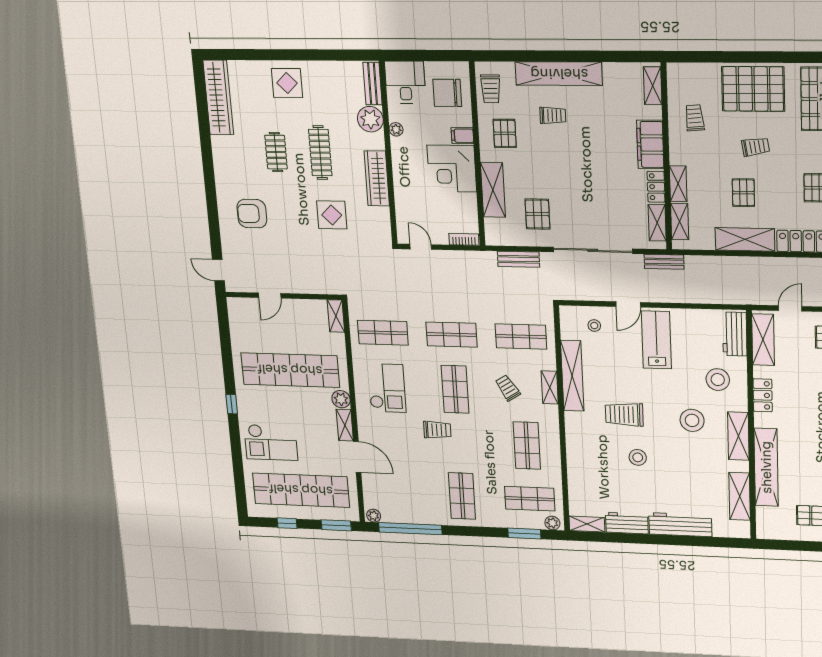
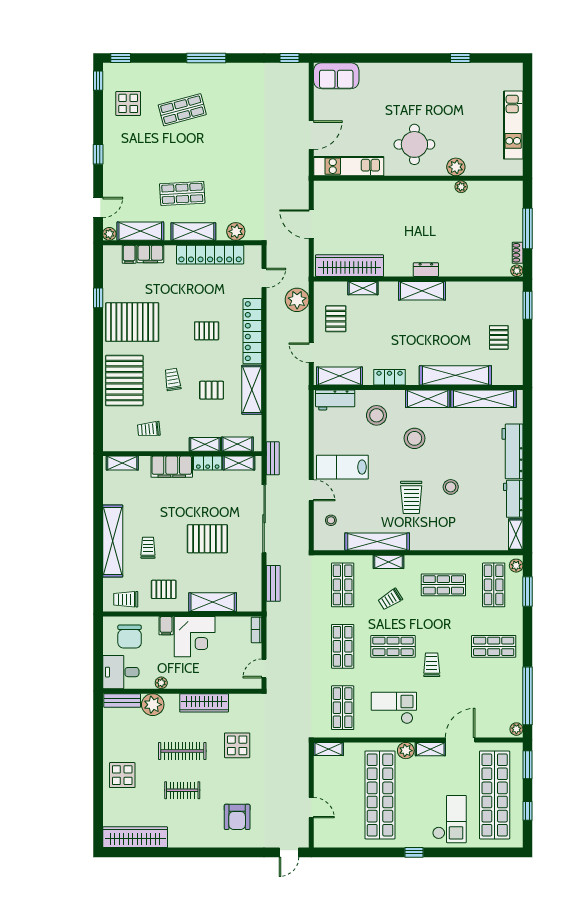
trolley: (491, 89) -> (126, 599), turned 180
pallet: (537, 214) -> (207, 539), moved, width x1.50, depth x1.42
shelving: (740, 496) -> (484, 399), width x1.47

